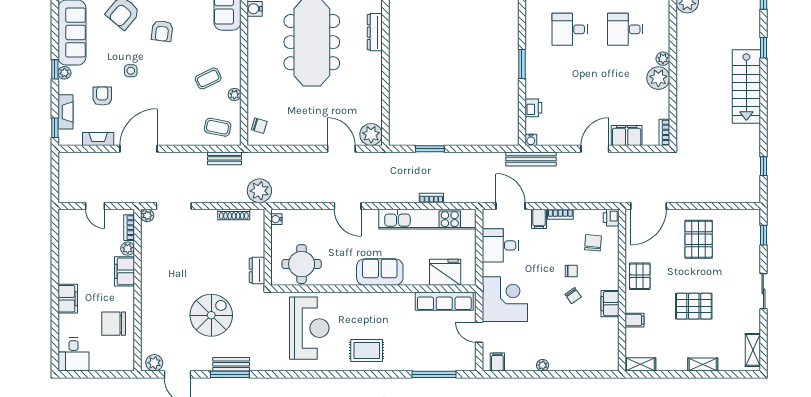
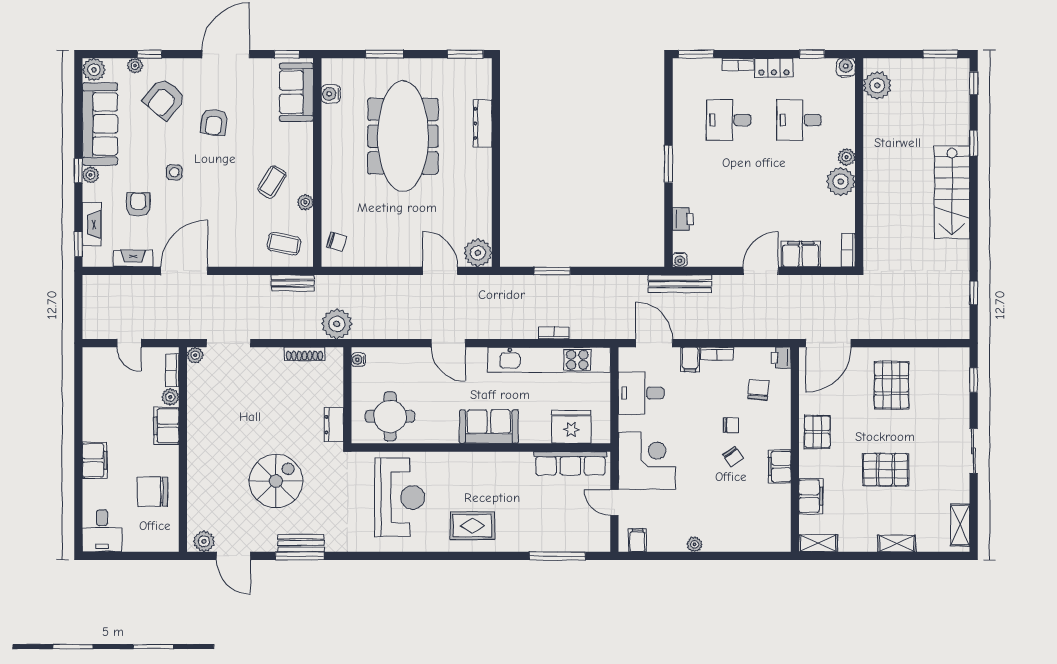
coffee table: (208, 78) -> (272, 182), turned -33
filing cabinet: (635, 320) -> (811, 496), width x2.00

